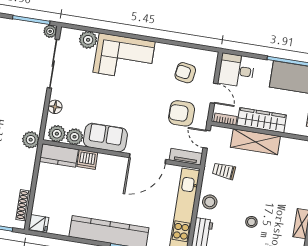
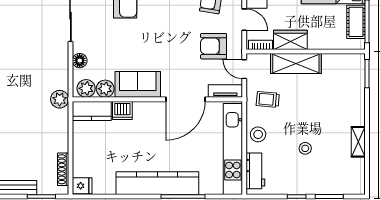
wardrobe: (262, 120) -> (290, 40), width x0.67

